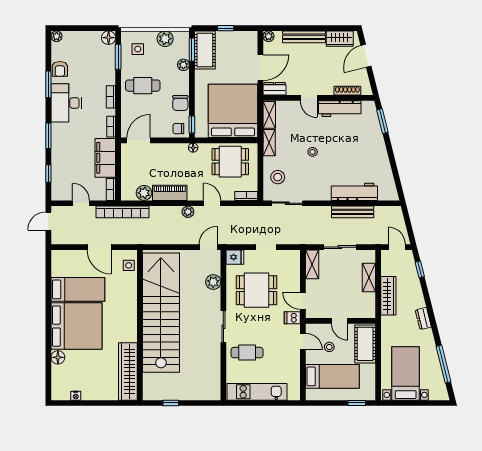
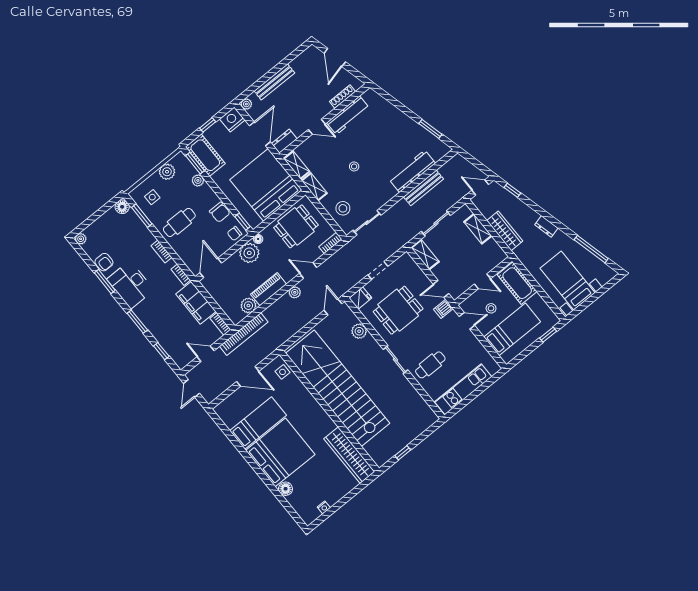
nightstand: (248, 39) -> (232, 119), added
wardrobe: (340, 39) -> (303, 61), removed
window: (382, 121) -> (430, 129), moved
plant: (178, 153) -> (249, 253), added

